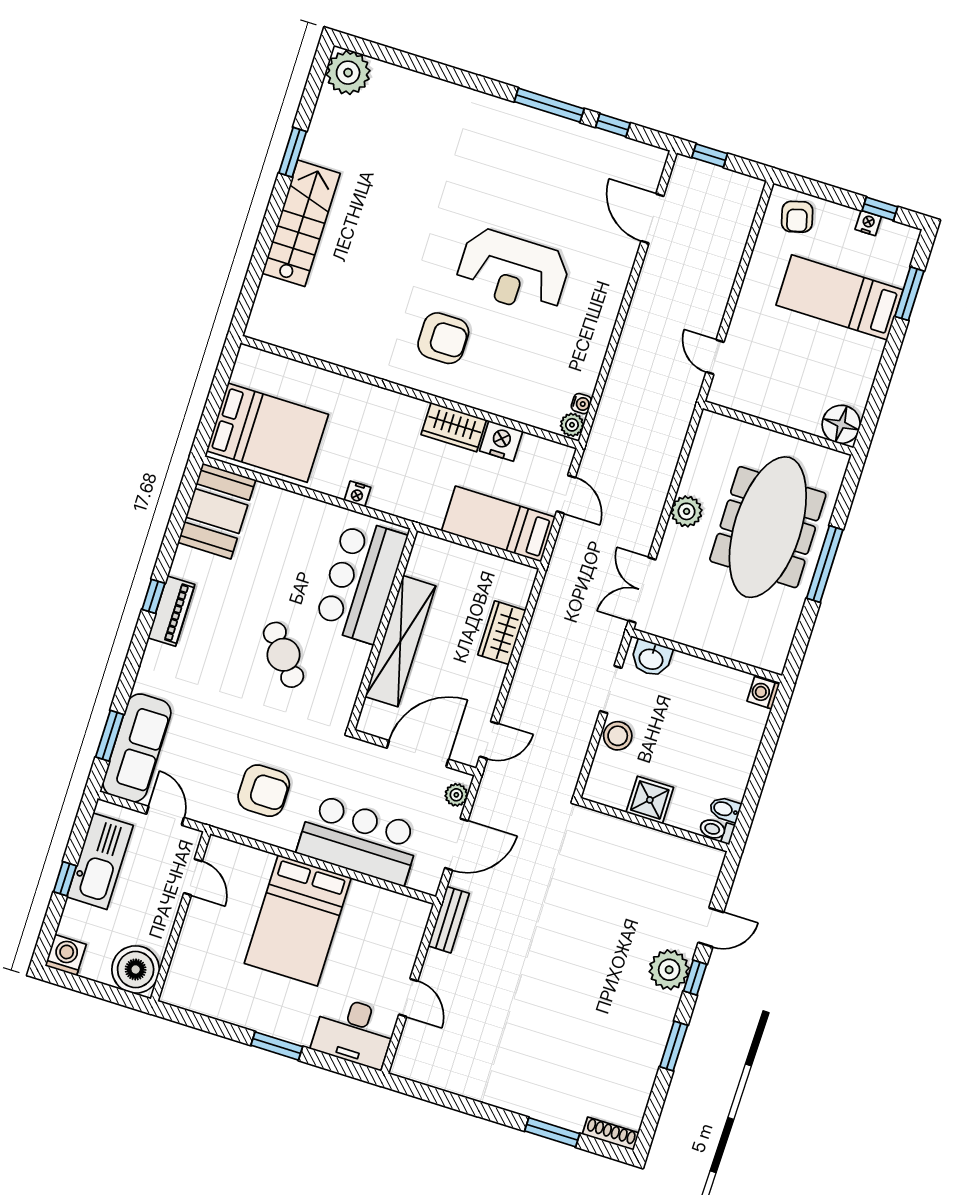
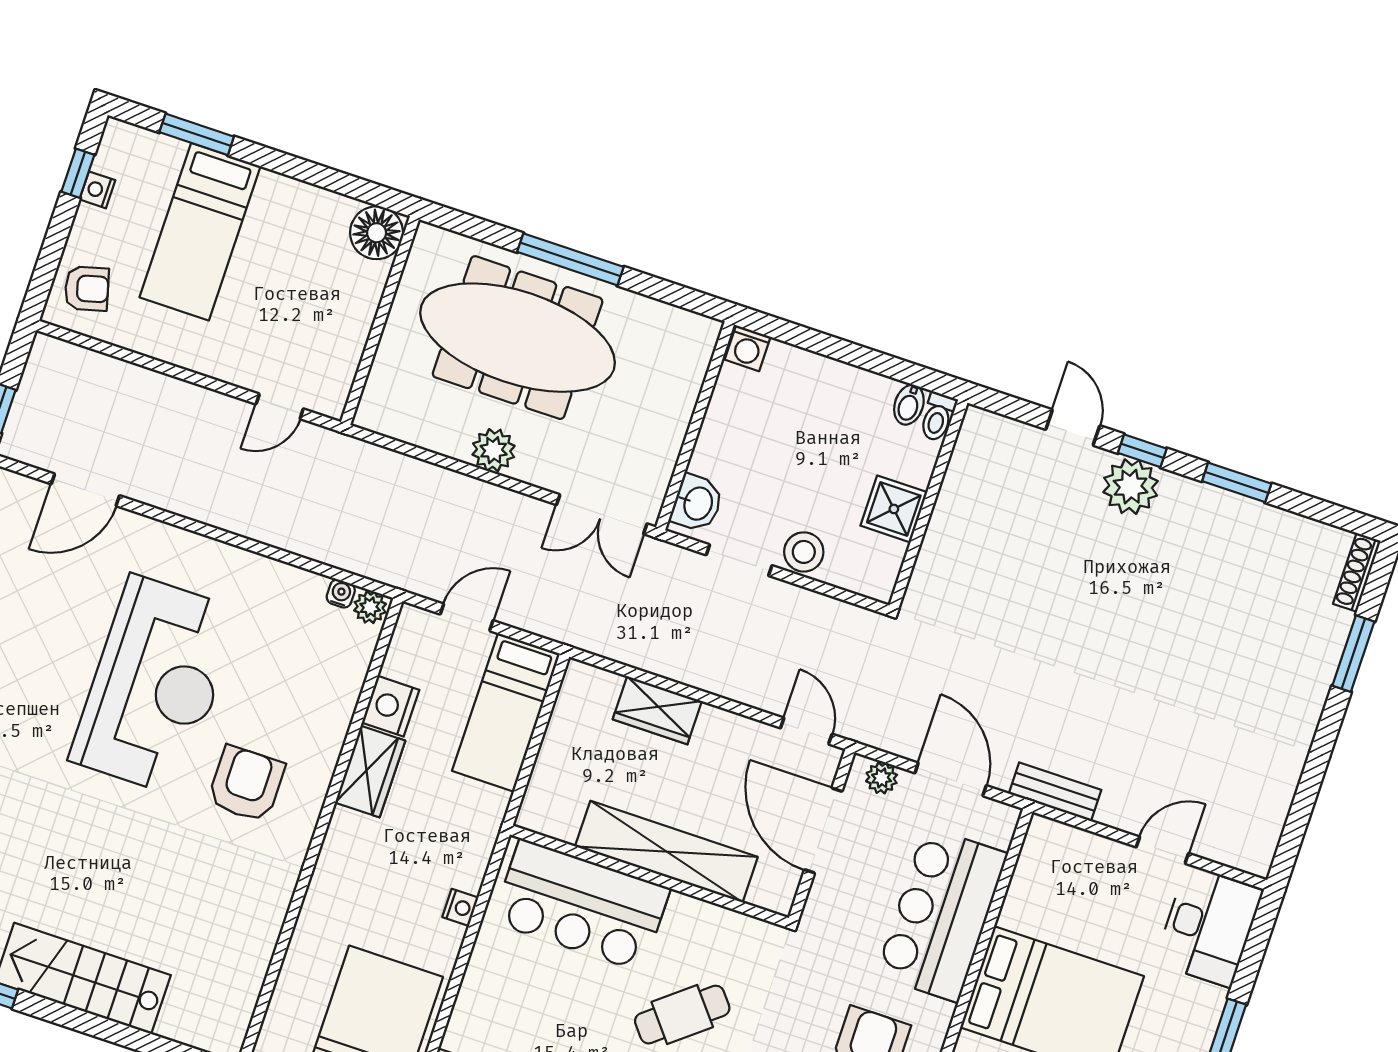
reception desk: (513, 271) -> (155, 685), width x1.36, depth x1.30

